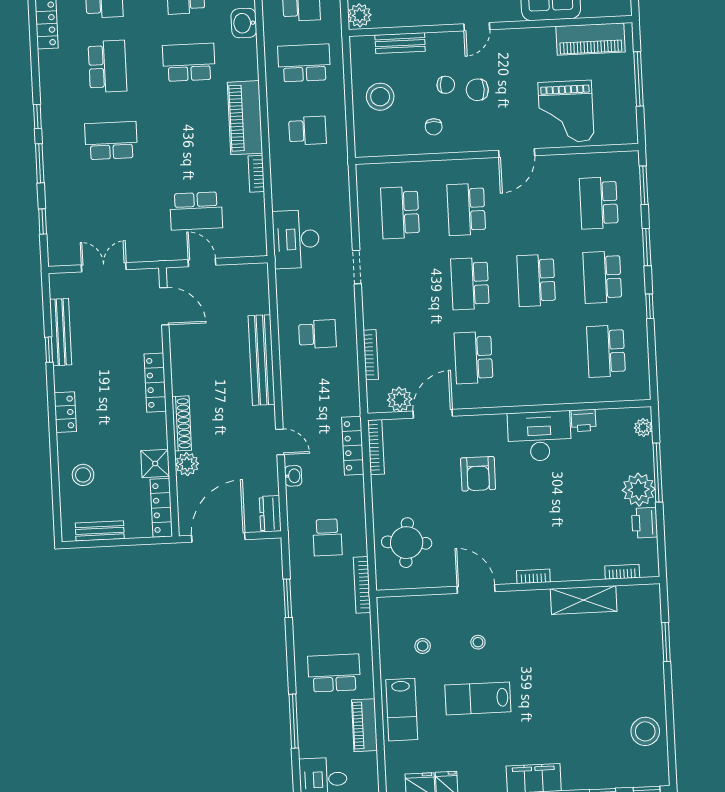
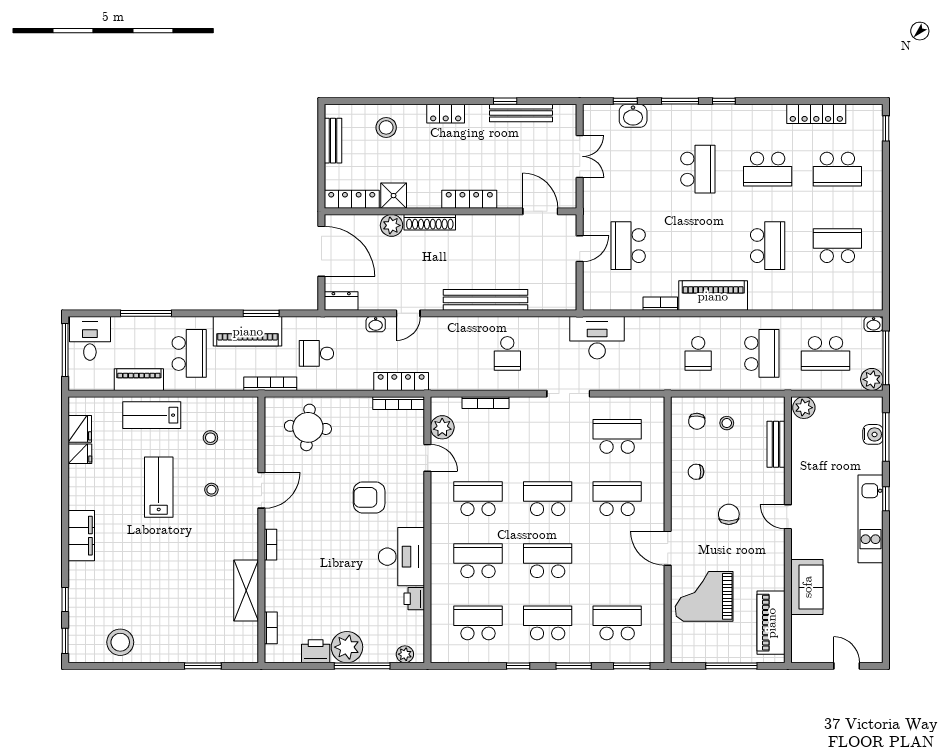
washbasin: (244, 23) -> (633, 116), moved, turned 180
chair: (446, 85) -> (697, 421), moved
stool: (380, 97) -> (727, 423), width x0.53, depth x0.53
doorway: (357, 267) -> (568, 394), width x1.38
door: (164, 306) -> (540, 211), swing flipped
school desk: (540, 354) -> (478, 561), added
door: (433, 414) -> (427, 458), width x0.73
piano: (307, 612) -> (248, 331), added

